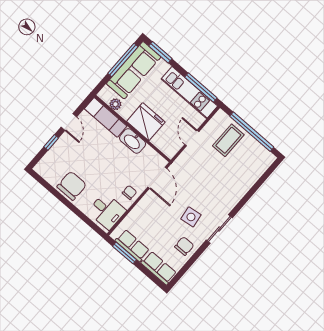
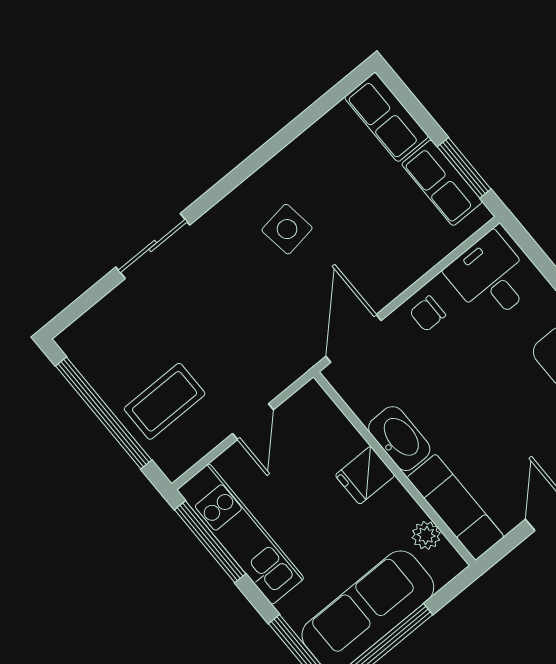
fridge: (146, 122) -> (365, 475), width x0.53, depth x0.75
sliding door: (219, 229) -> (153, 246), moved
chair: (184, 246) -> (315, 160), removed

